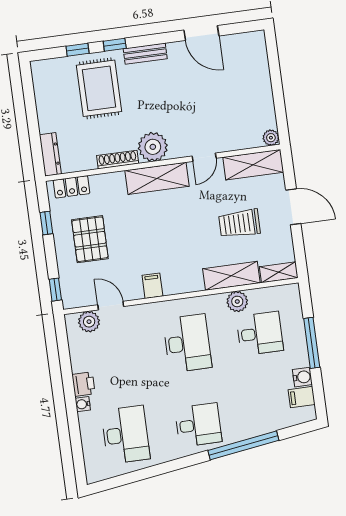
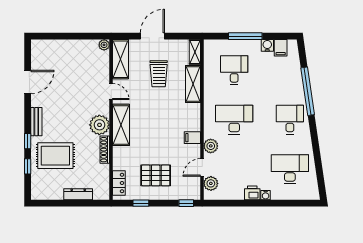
dresser: (50, 154) -> (78, 194), moved
plant: (237, 301) -> (211, 146), moved

